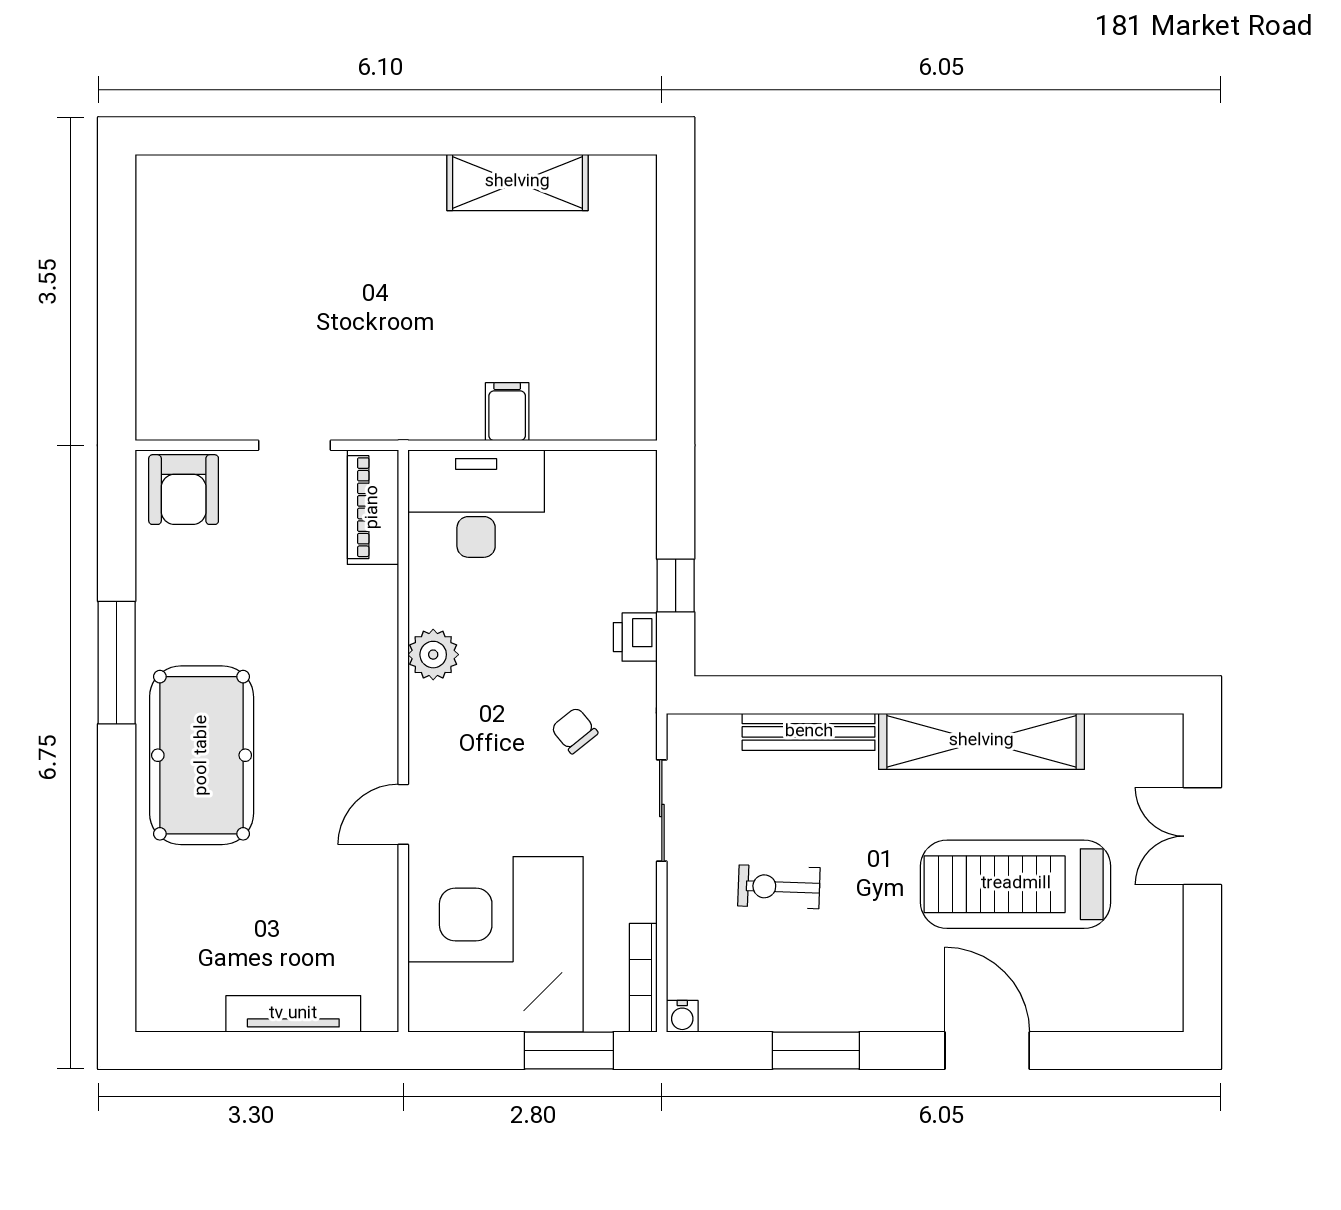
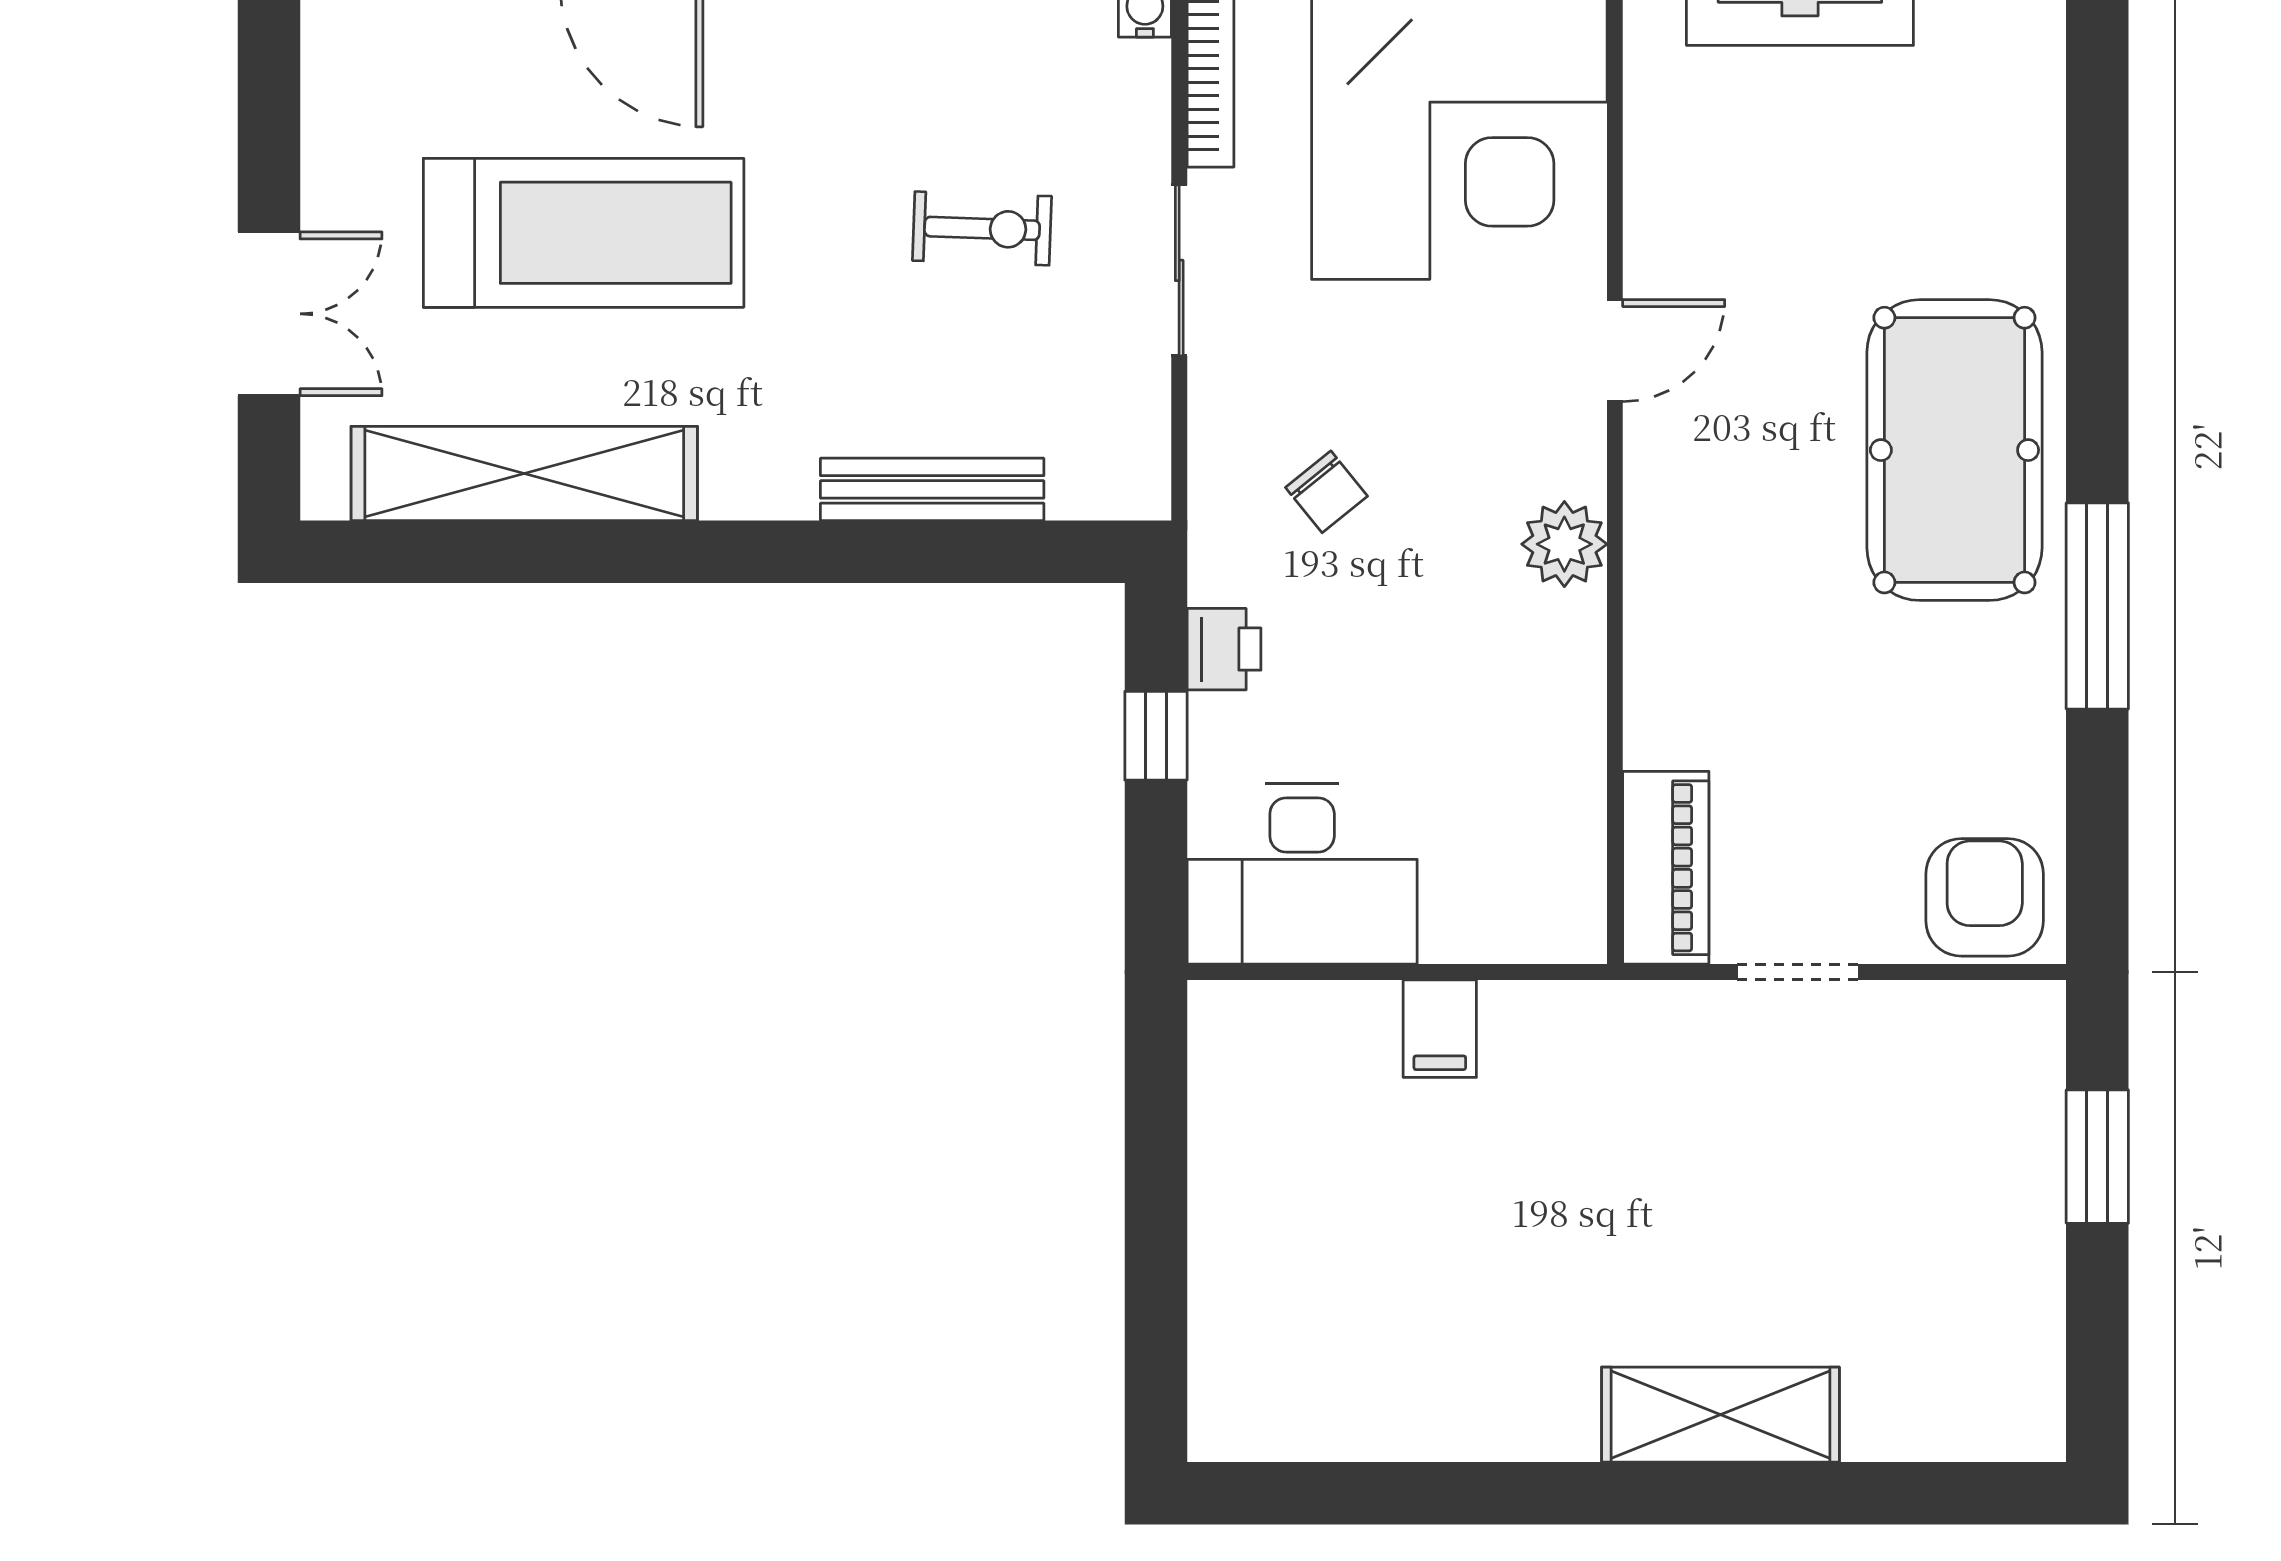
shelving: (517, 182) -> (1720, 1415), moved
window: (117, 336) -> (2097, 1157), added
desk: (476, 504) -> (1302, 874), moved
plant: (433, 655) -> (1564, 544), moved
shelving: (981, 741) -> (524, 473), moved
sliding door: (662, 811) -> (1179, 270), moved

